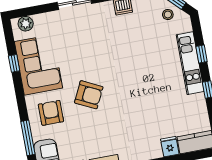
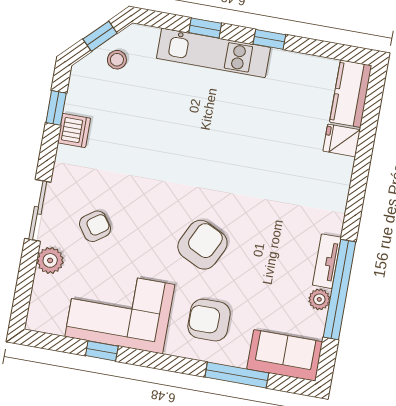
plant: (26, 24) -> (50, 260), moved
armchair: (77, 36) -> (95, 226), added

